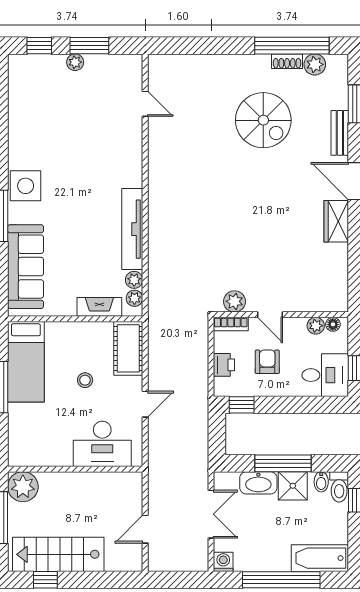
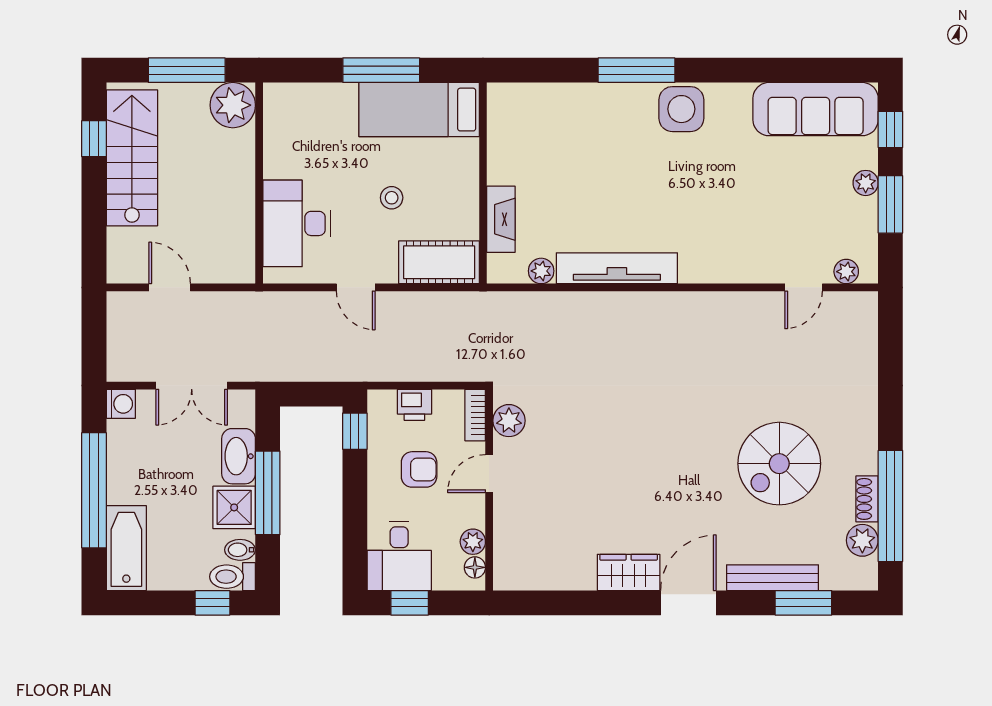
bench: (340, 133) -> (773, 578), width x1.36
sofa: (26, 267) -> (816, 109), moved
plant: (134, 298) -> (846, 272), moved

